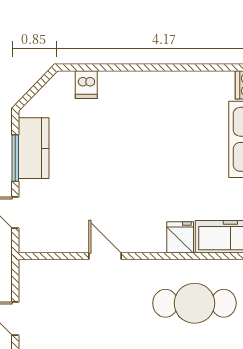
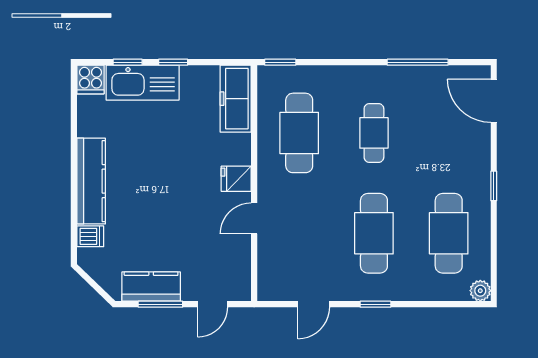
kitchen counter: (144, 85) -> (91, 181), added
fridge: (180, 237) -> (236, 179), moved

